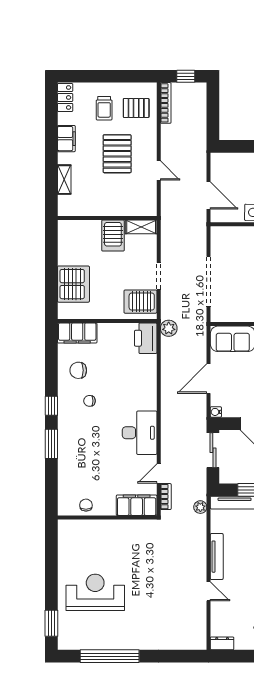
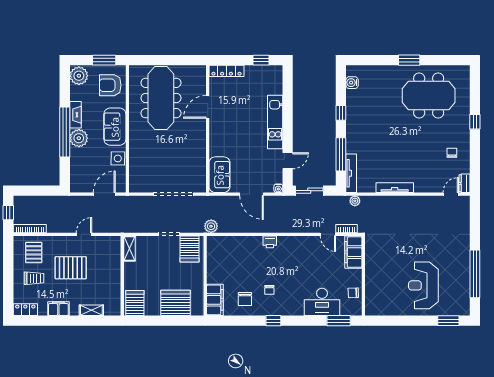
server rack: (113, 235) -> (135, 303), moved, turned -90
printer: (146, 338) -> (270, 242), moved, width x0.53, depth x0.68
desk: (140, 433) -> (322, 302), moved, turned 180
window: (51, 444) -> (339, 321), moved
door: (209, 591) -> (451, 194), moved

